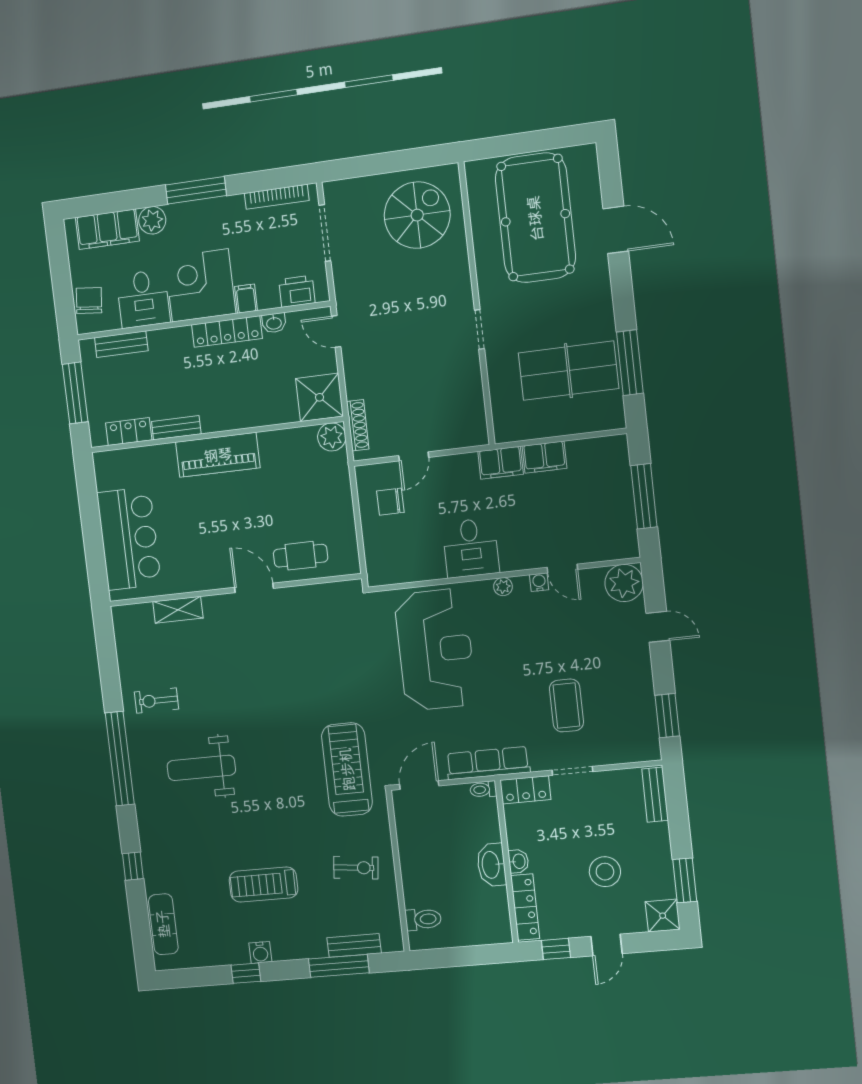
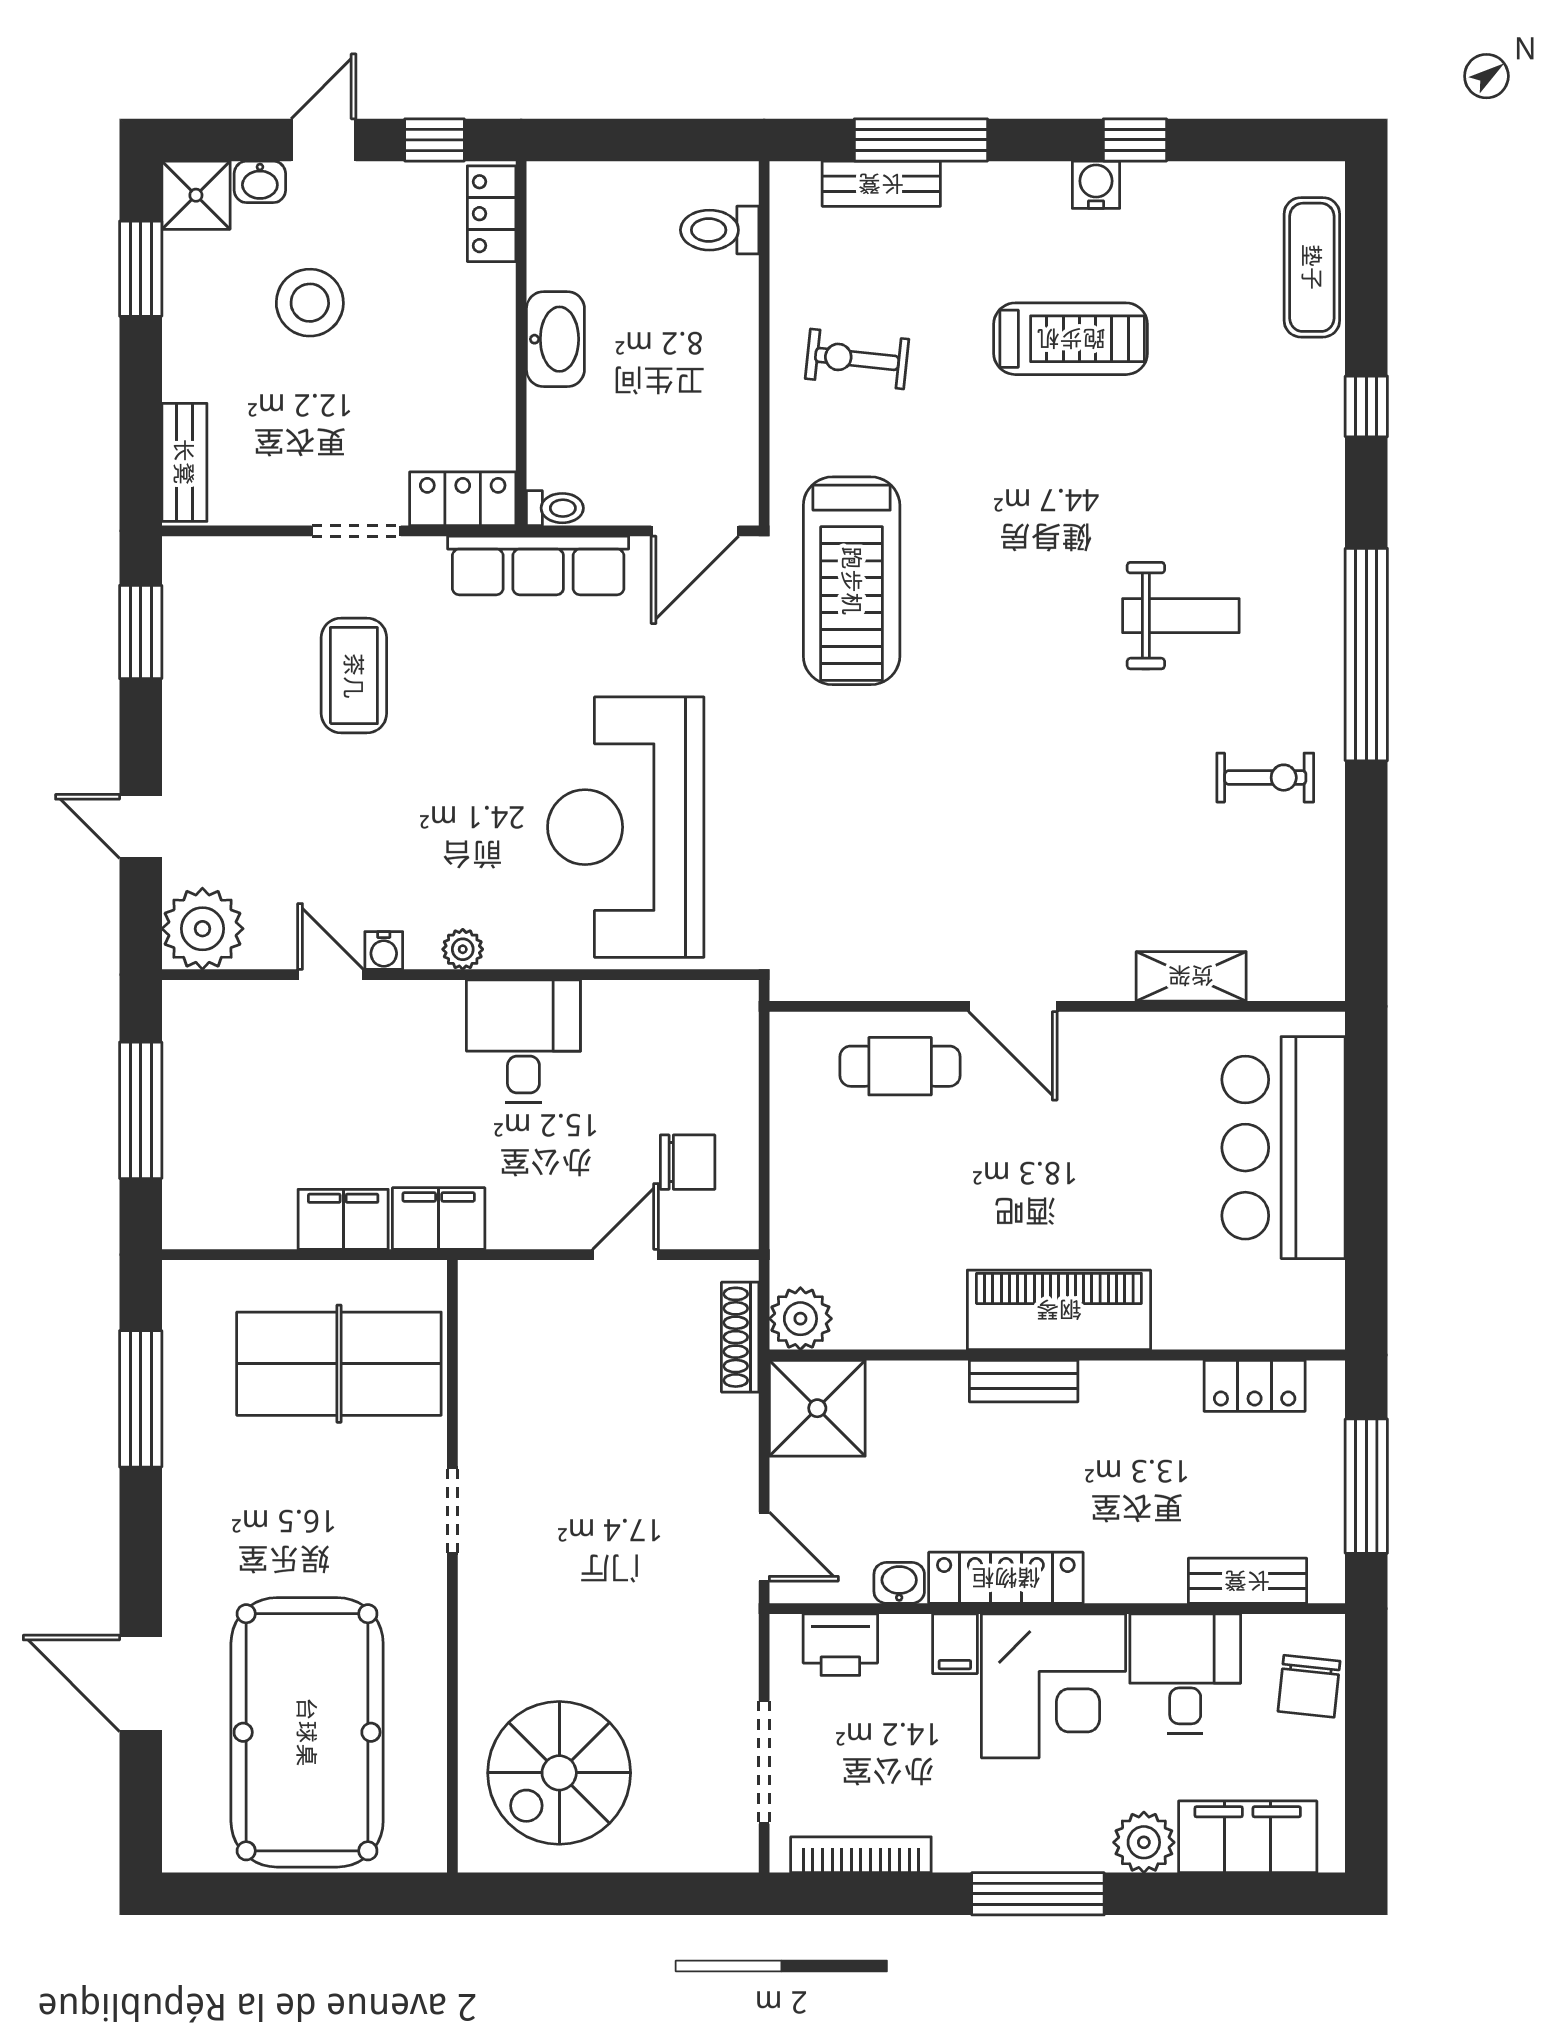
table tennis table: (568, 371) -> (339, 1364), moved
bench: (176, 428) -> (1024, 1381), moved
weight bench: (201, 768) -> (1181, 616), width x0.73, depth x0.75
washbasin: (519, 861) -> (260, 182), moved, turned -90
locker: (525, 907) -> (492, 214), width x0.66

